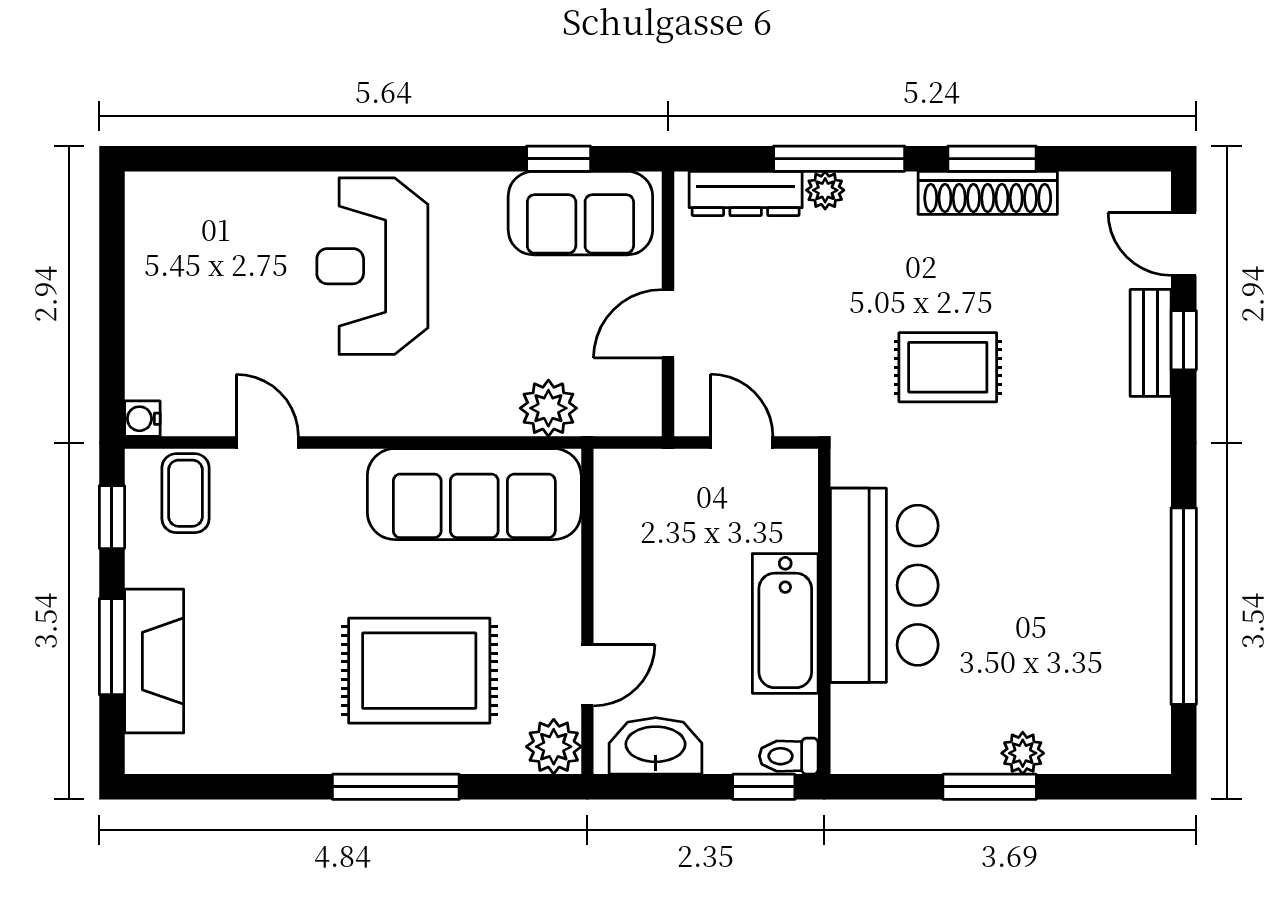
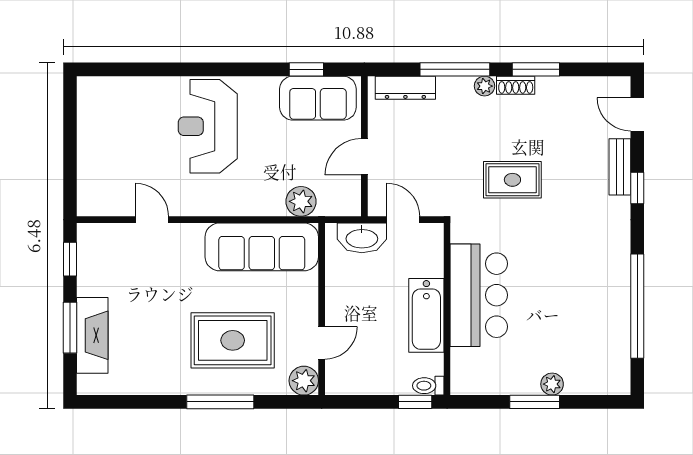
plant: (825, 190) -> (485, 86), moved
shoe rack: (988, 193) -> (516, 85), width x0.51, depth x0.81
window: (1184, 340) -> (637, 188), moved
water cooler: (142, 419) -> (86, 207), removed
coffee table: (186, 493) -> (109, 246), removed
washbasin: (656, 746) -> (362, 238), moved, turned 180

